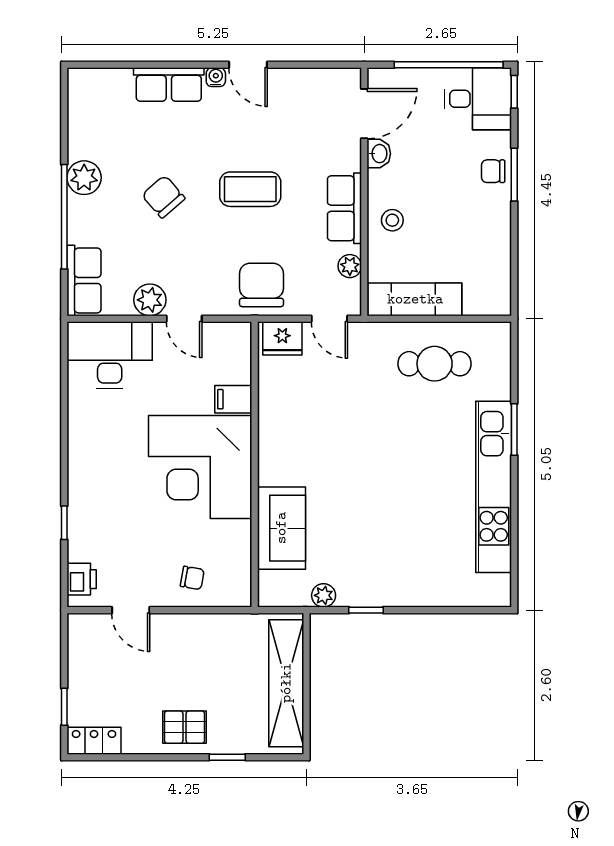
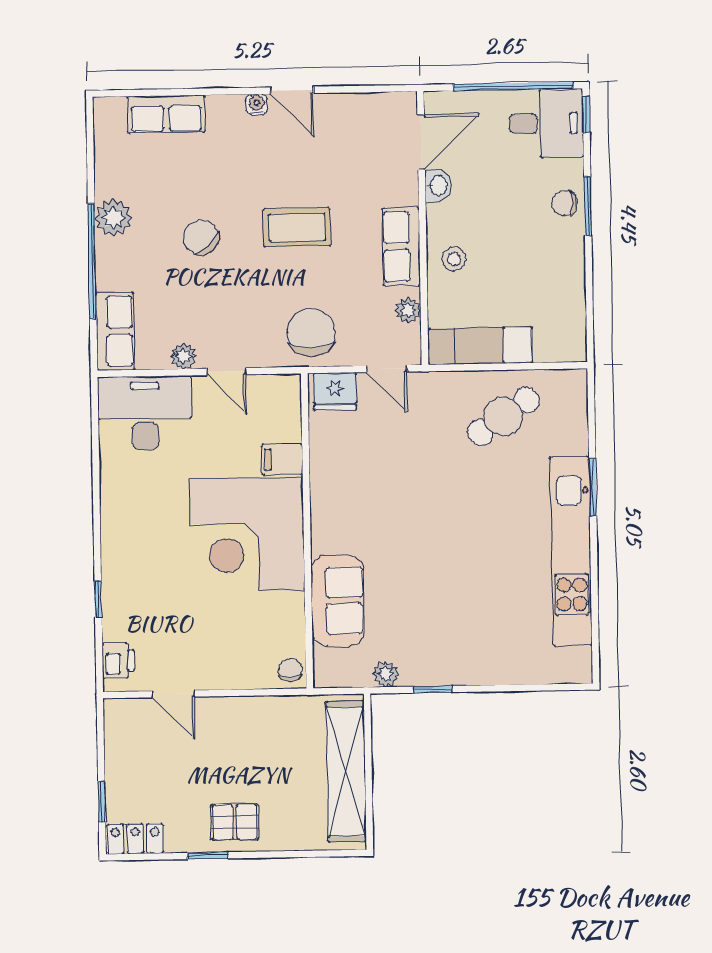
row of seats: (169, 85) -> (166, 114), moved
plant: (150, 300) -> (183, 356), width x0.73, depth x0.73
cafe table: (435, 364) -> (503, 416), turned -34
chair: (192, 578) -> (290, 670), moved, turned -100
window: (227, 757) -> (208, 856), moved

